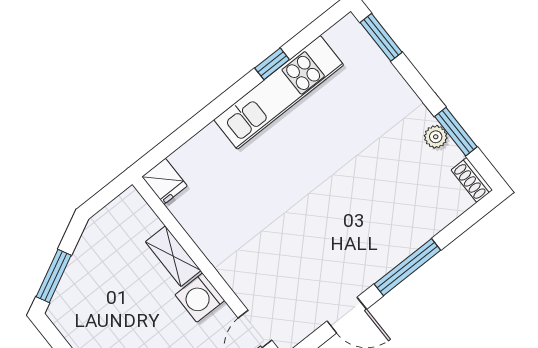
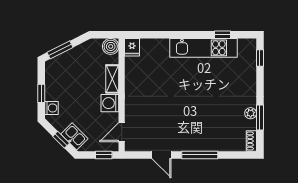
window: (381, 37) -> (260, 58), width x0.67
window: (272, 64) -> (222, 35), moved
boiler: (130, 207) -> (111, 46), added

